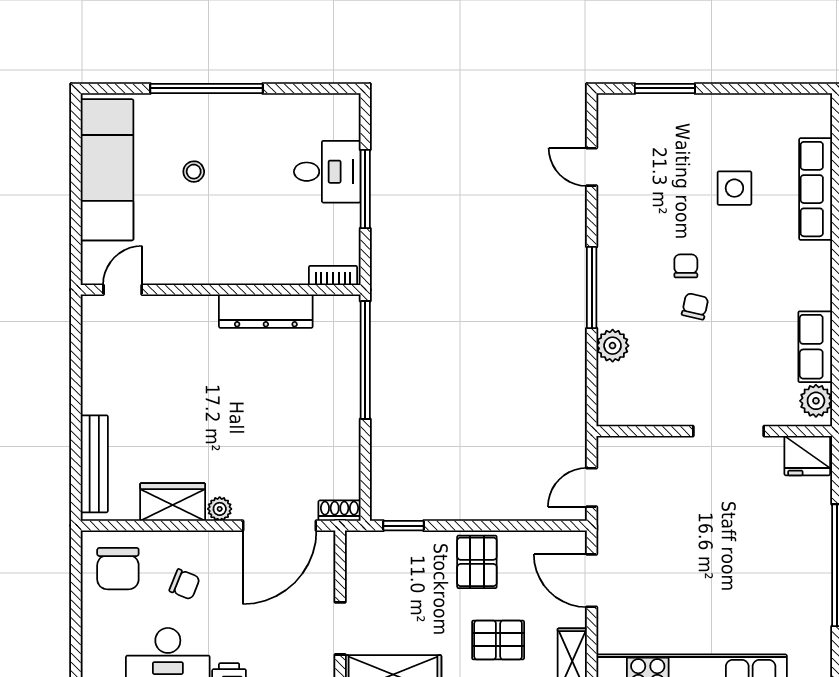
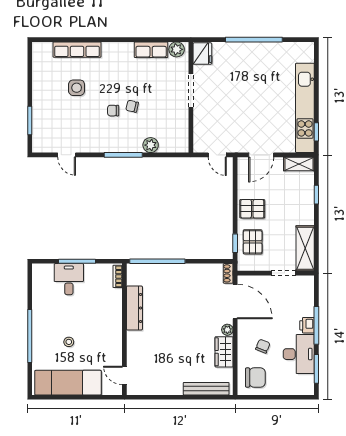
door: (592, 167) -> (67, 155), hinge flipped
pallet: (498, 640) -> (253, 242), moved

